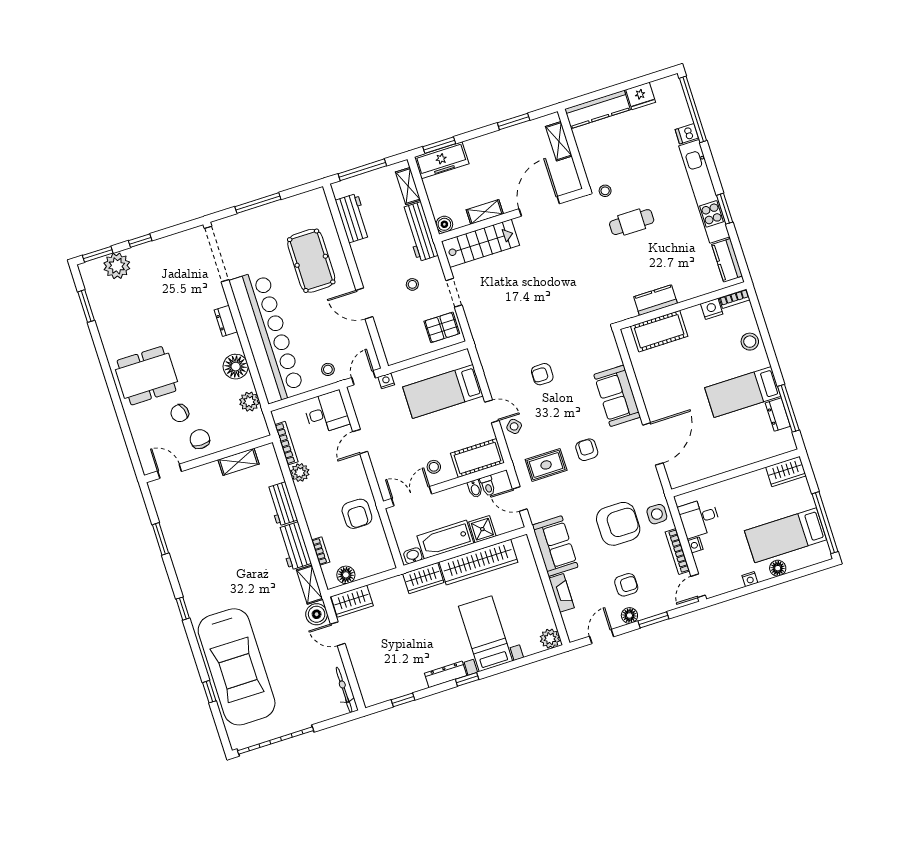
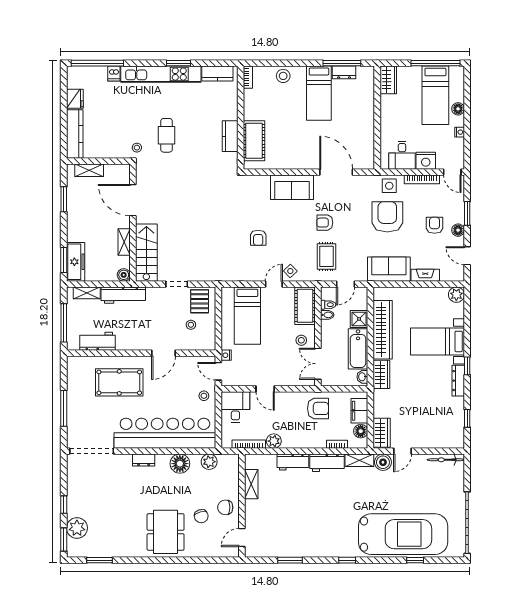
stool: (412, 284) -> (191, 325), moved
nightstand: (712, 309) -> (250, 96), removed
nightstand: (695, 545) -> (426, 161), width x1.89, depth x1.79
filing cabinet: (370, 565) -> (359, 411), added

